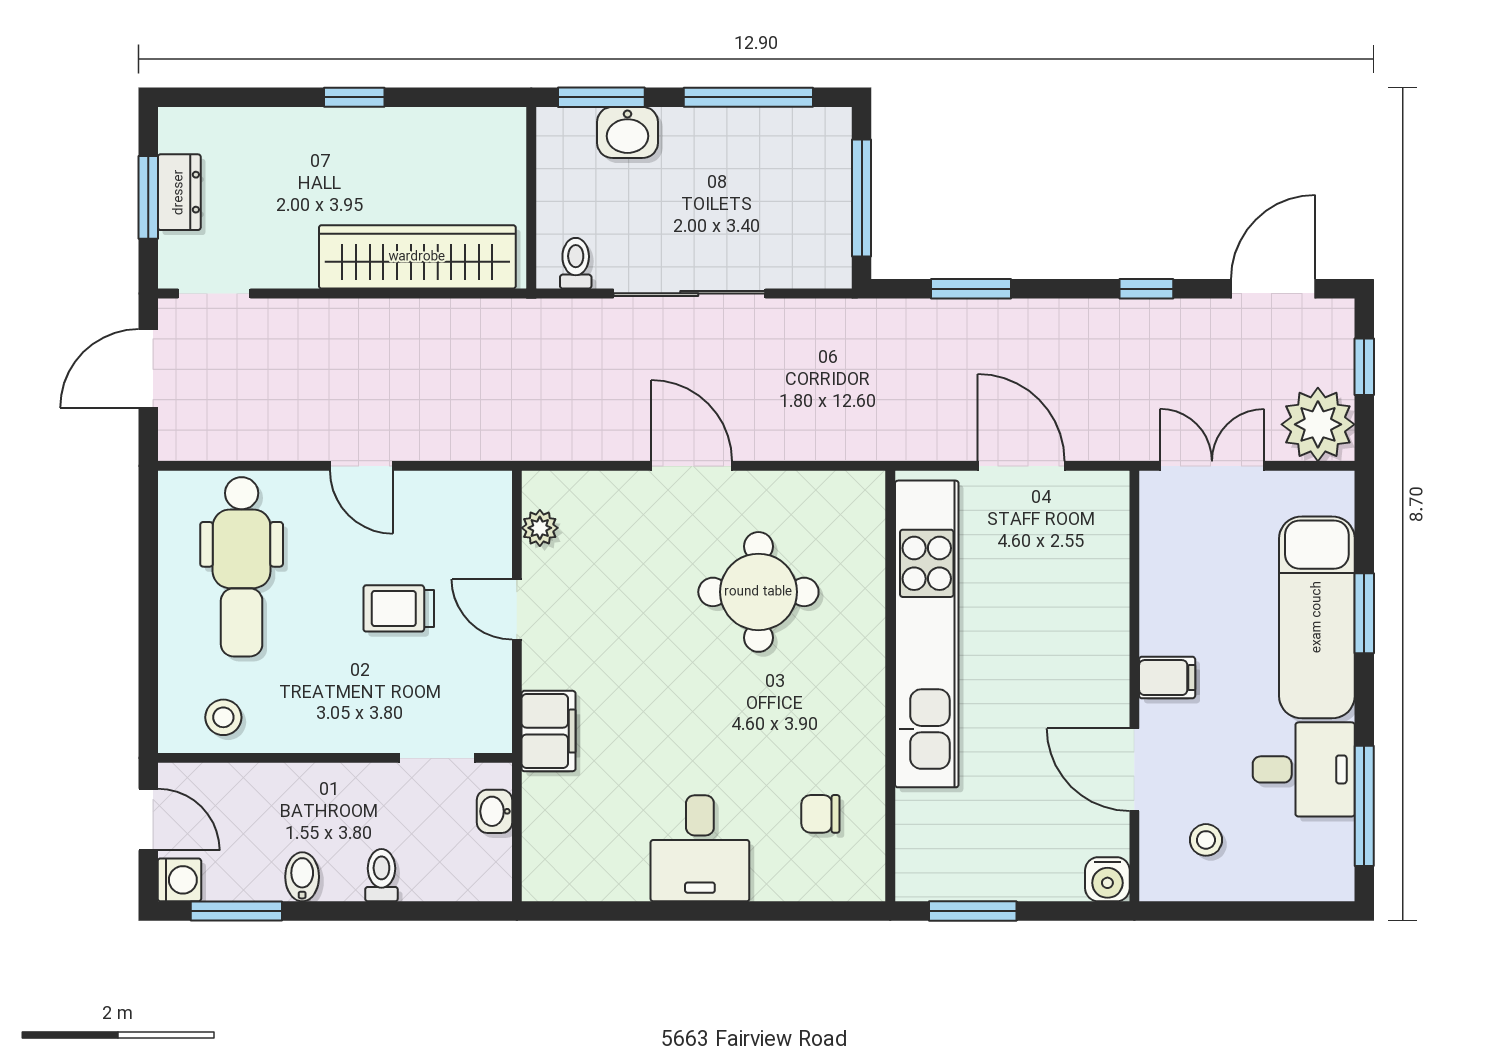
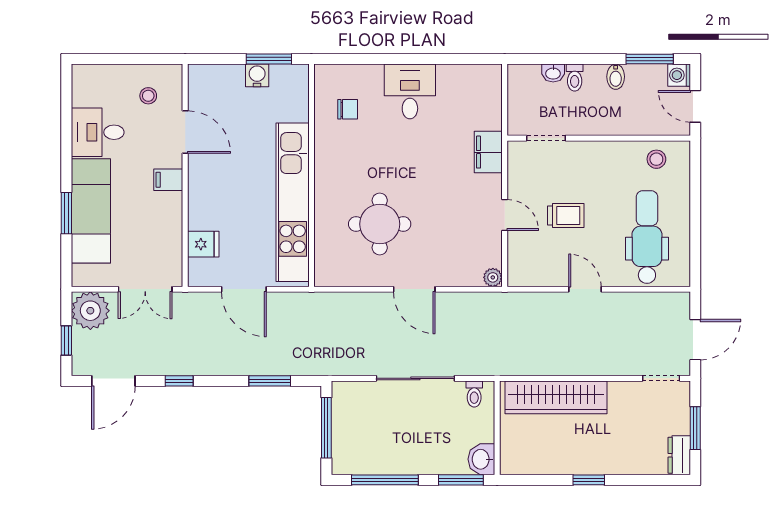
washbasin: (628, 132) -> (481, 459), moved, turned -90
dresser: (179, 192) -> (679, 455), moved
plant: (540, 528) -> (493, 277), moved
fridge: (1100, 553) -> (203, 244), added
window: (1364, 806) -> (66, 113), removed
washbasin: (495, 811) -> (553, 73), moved, turned 90
water cooler: (1107, 879) -> (257, 75), moved

